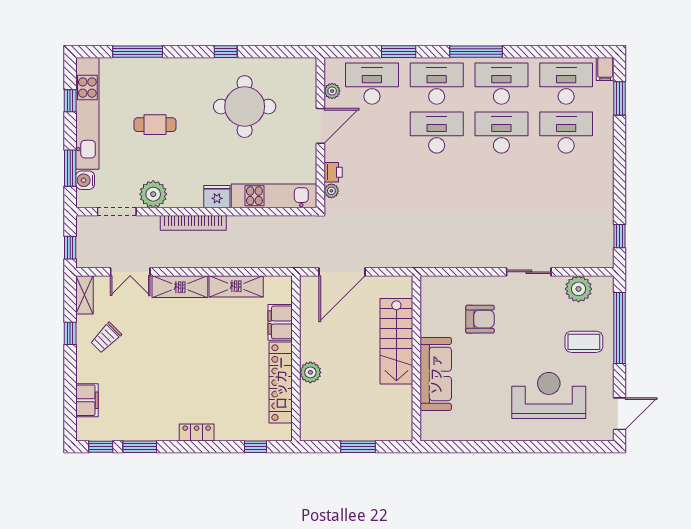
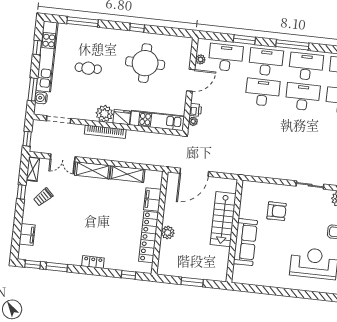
plant: (153, 194) -> (104, 114), moved

